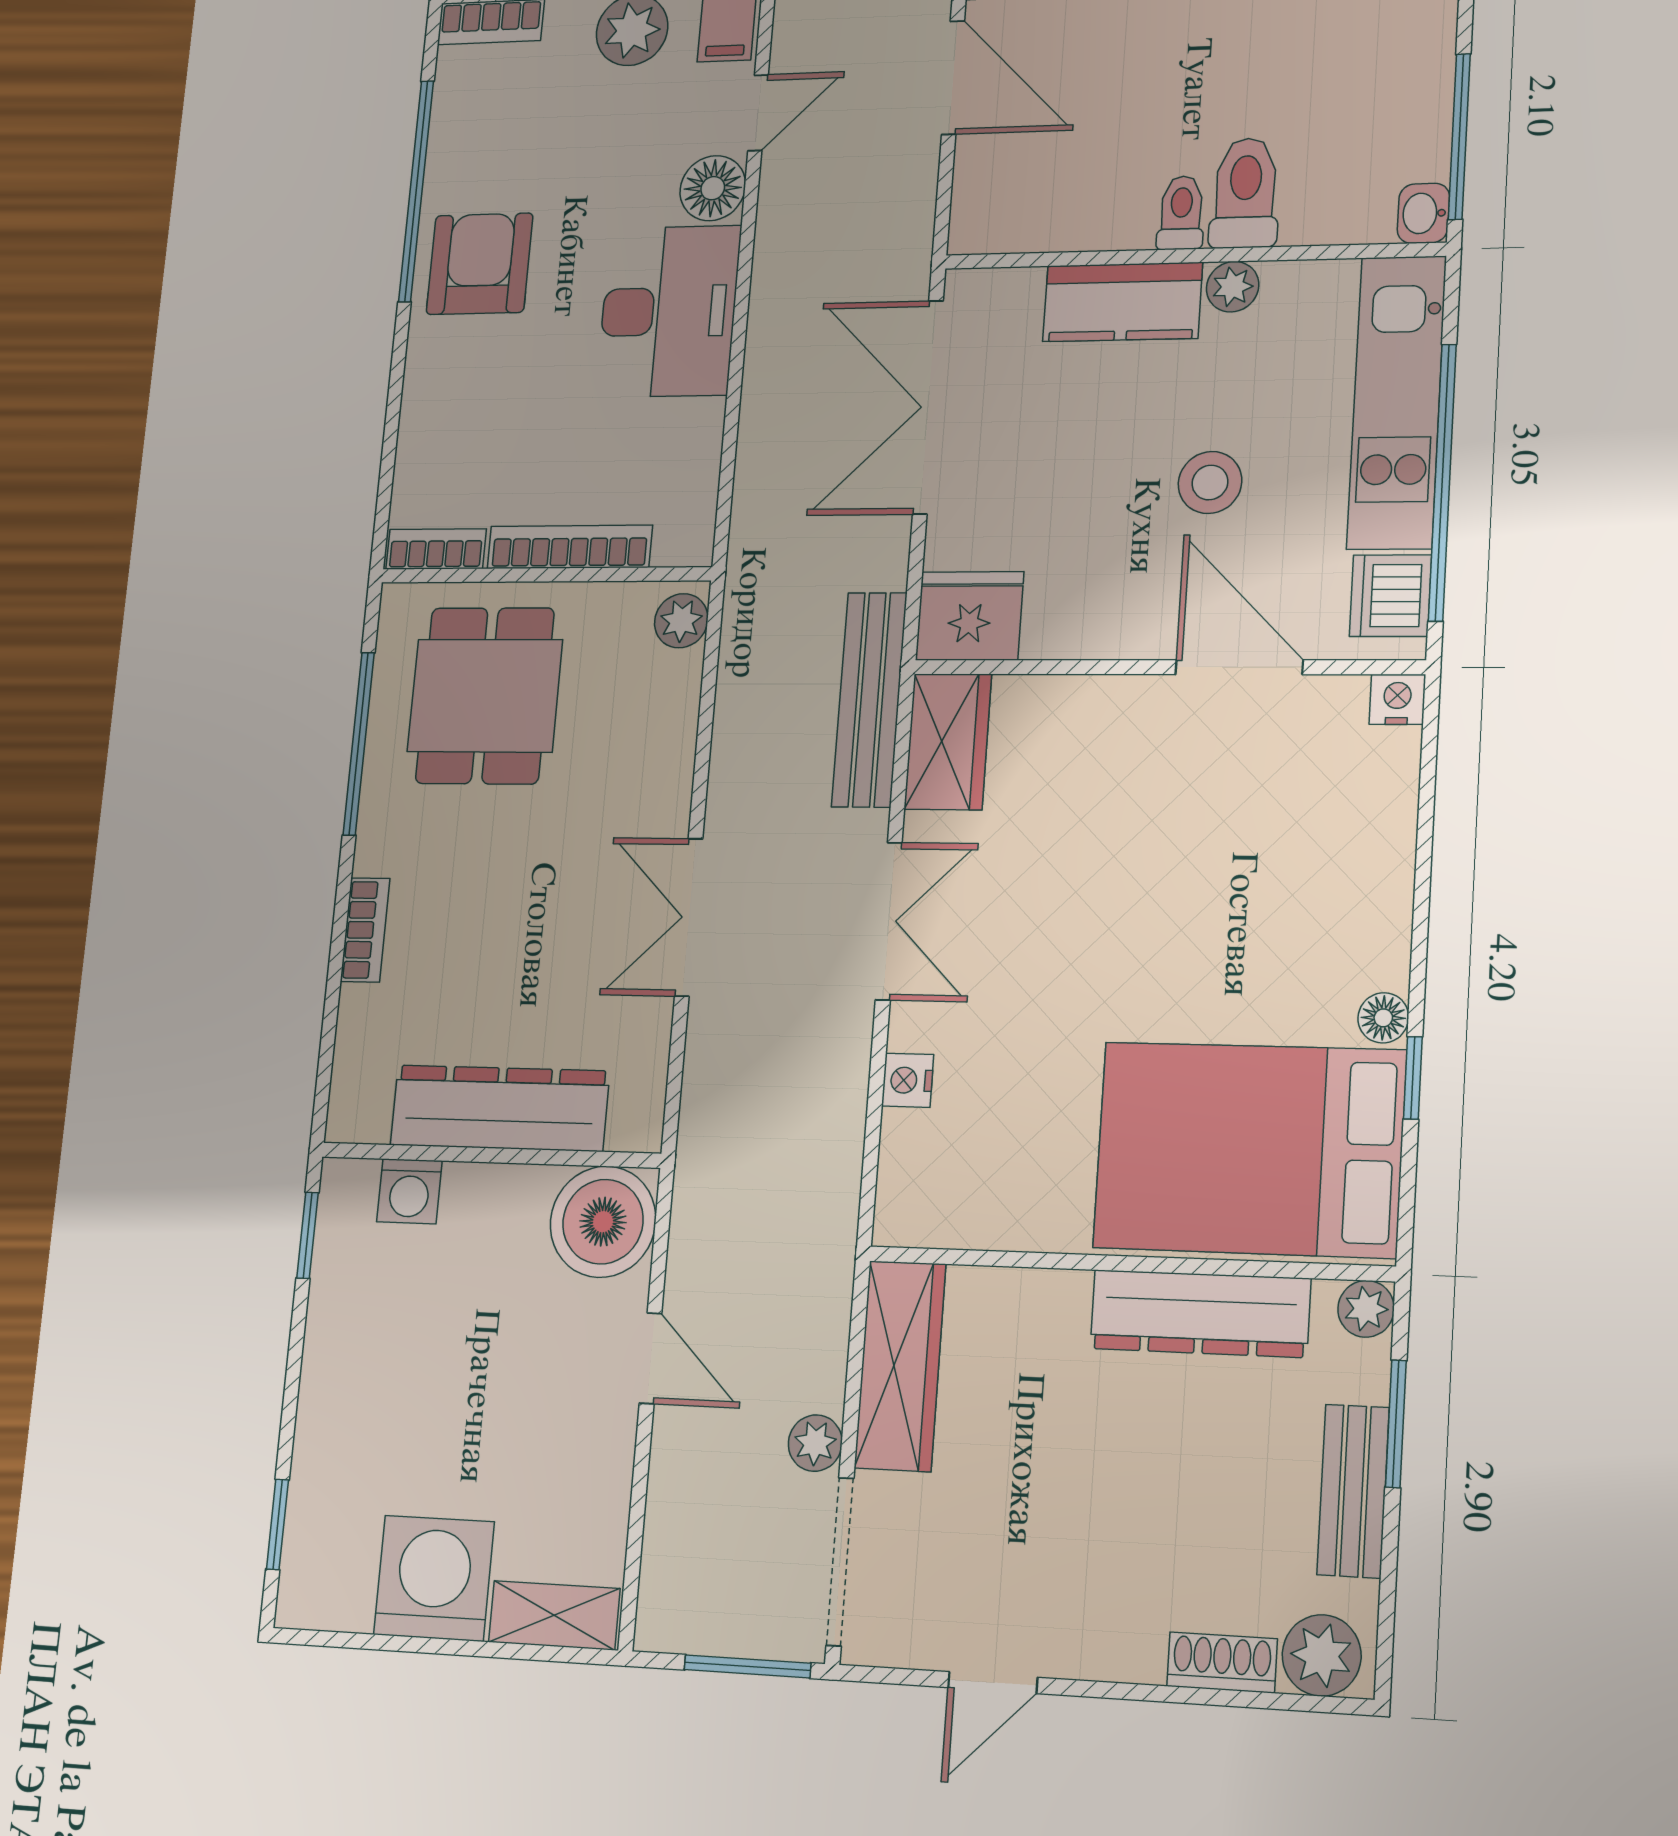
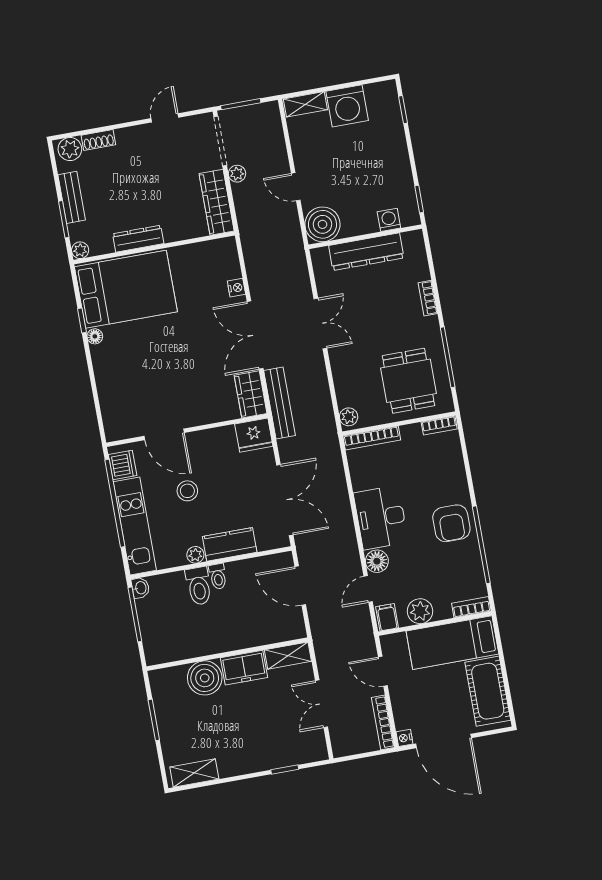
door: (953, 78) -> (300, 586), moved
bookcase: (570, 547) -> (372, 438), moved
nightstand: (1397, 699) -> (113, 433), removed
double door: (889, 921) -> (255, 335), width x1.37
dresser: (1200, 1314) -> (138, 239), width x0.73, depth x0.80

